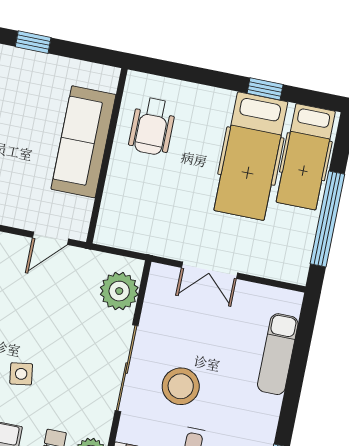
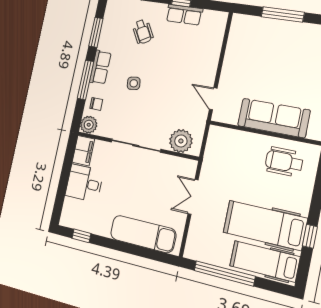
exam couch: (278, 354) -> (143, 234), width x1.36, depth x1.45
stool: (181, 386) -> (125, 178), removed

